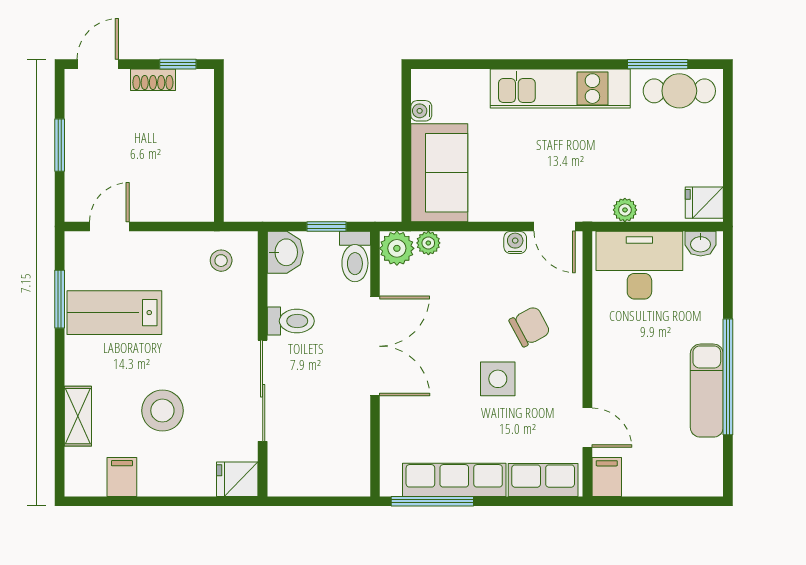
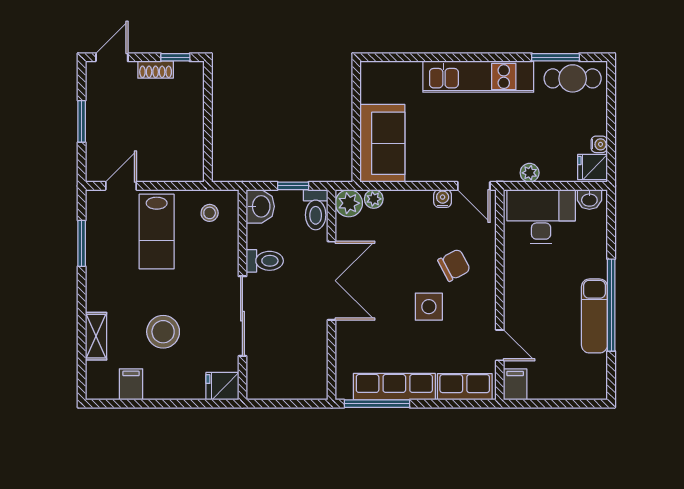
water cooler: (421, 111) -> (599, 144), moved, turned 180
lab bench: (114, 313) -> (157, 232), moved, turned -90

